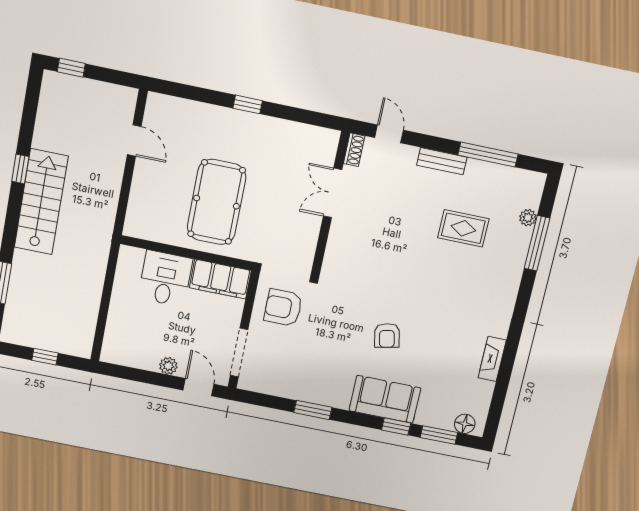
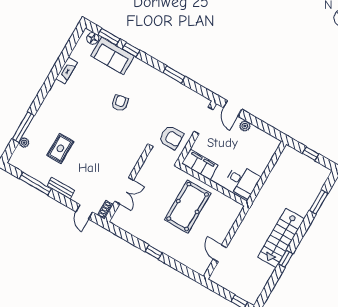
rug: (463, 228) -> (60, 148), turned 90
desk: (165, 279) -> (242, 181), moved, turned -90
sofa: (385, 399) -> (113, 56), moved

